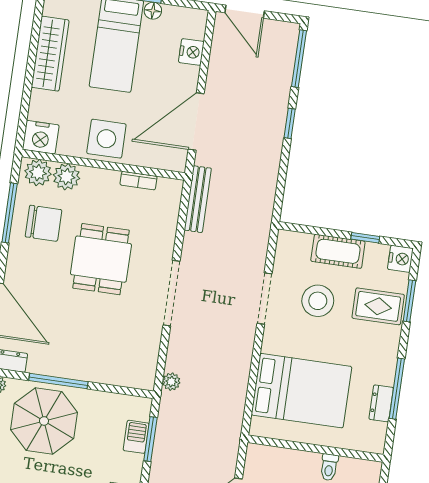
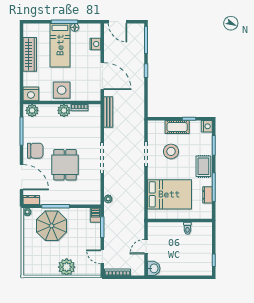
door: (196, 121) -> (102, 76), swing flipped
plant: (67, 177) -> (64, 110), moved
chair: (44, 223) -> (35, 151), moved
dining table: (101, 259) -> (65, 165), moved
rug: (378, 306) -> (203, 166), moved, turned 90
barbecue: (136, 437) -> (96, 215), moved

